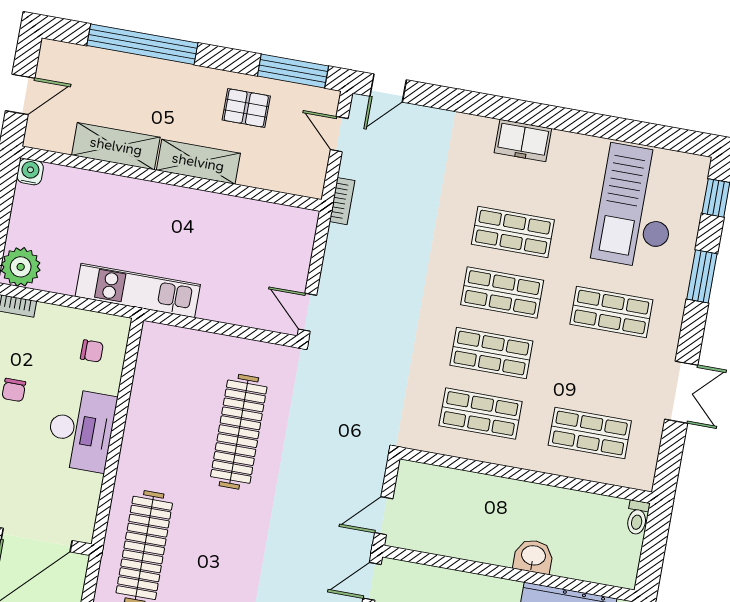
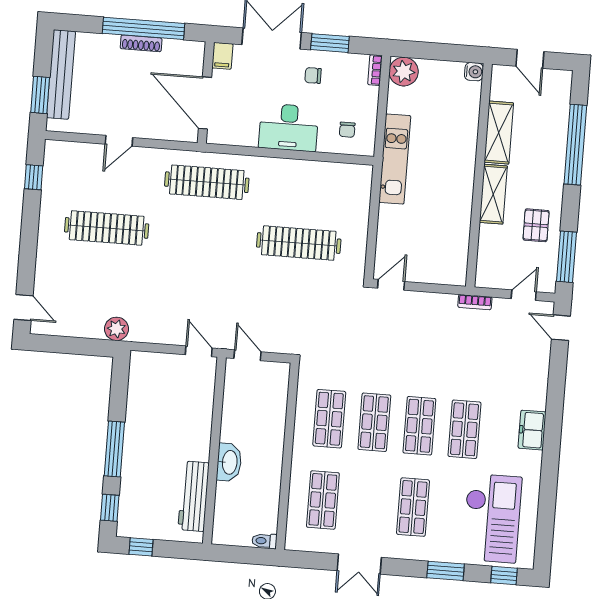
checkout: (637, 207) -> (492, 518), turned 90
washbasin: (533, 556) -> (229, 462), width x1.38

